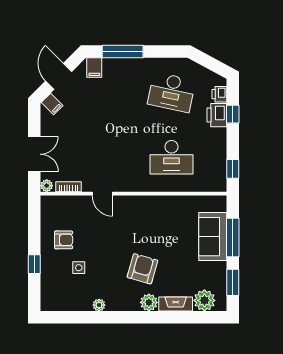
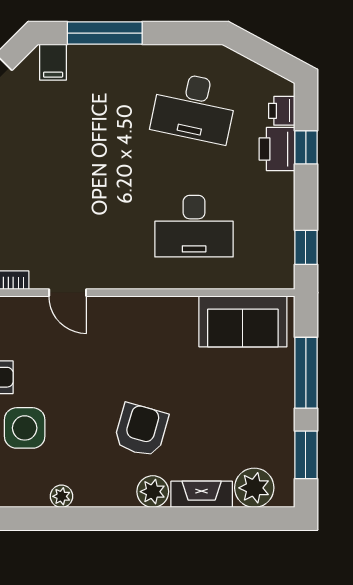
sofa: (213, 237) -> (243, 321), moved, turned -90
side table: (79, 268) -> (25, 428), width x1.87, depth x1.87

